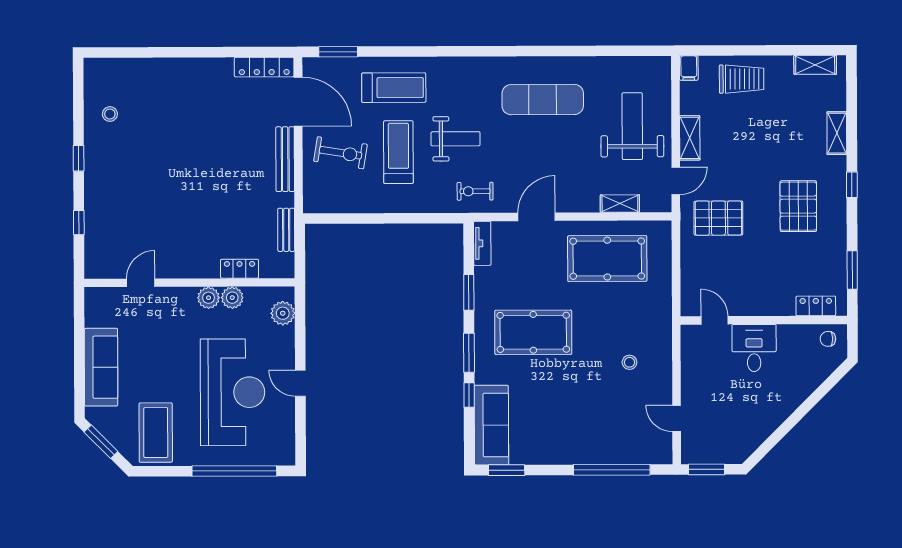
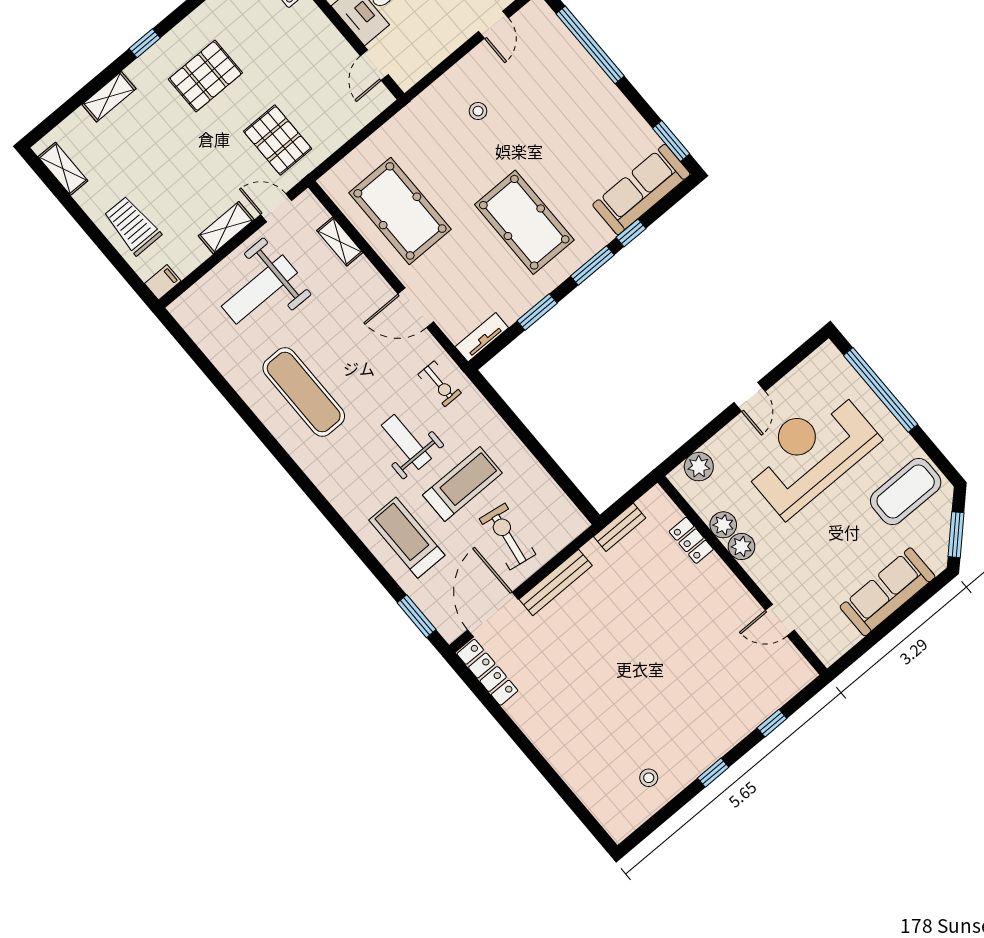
treadmill: (398, 152) -> (462, 484), turned 180

